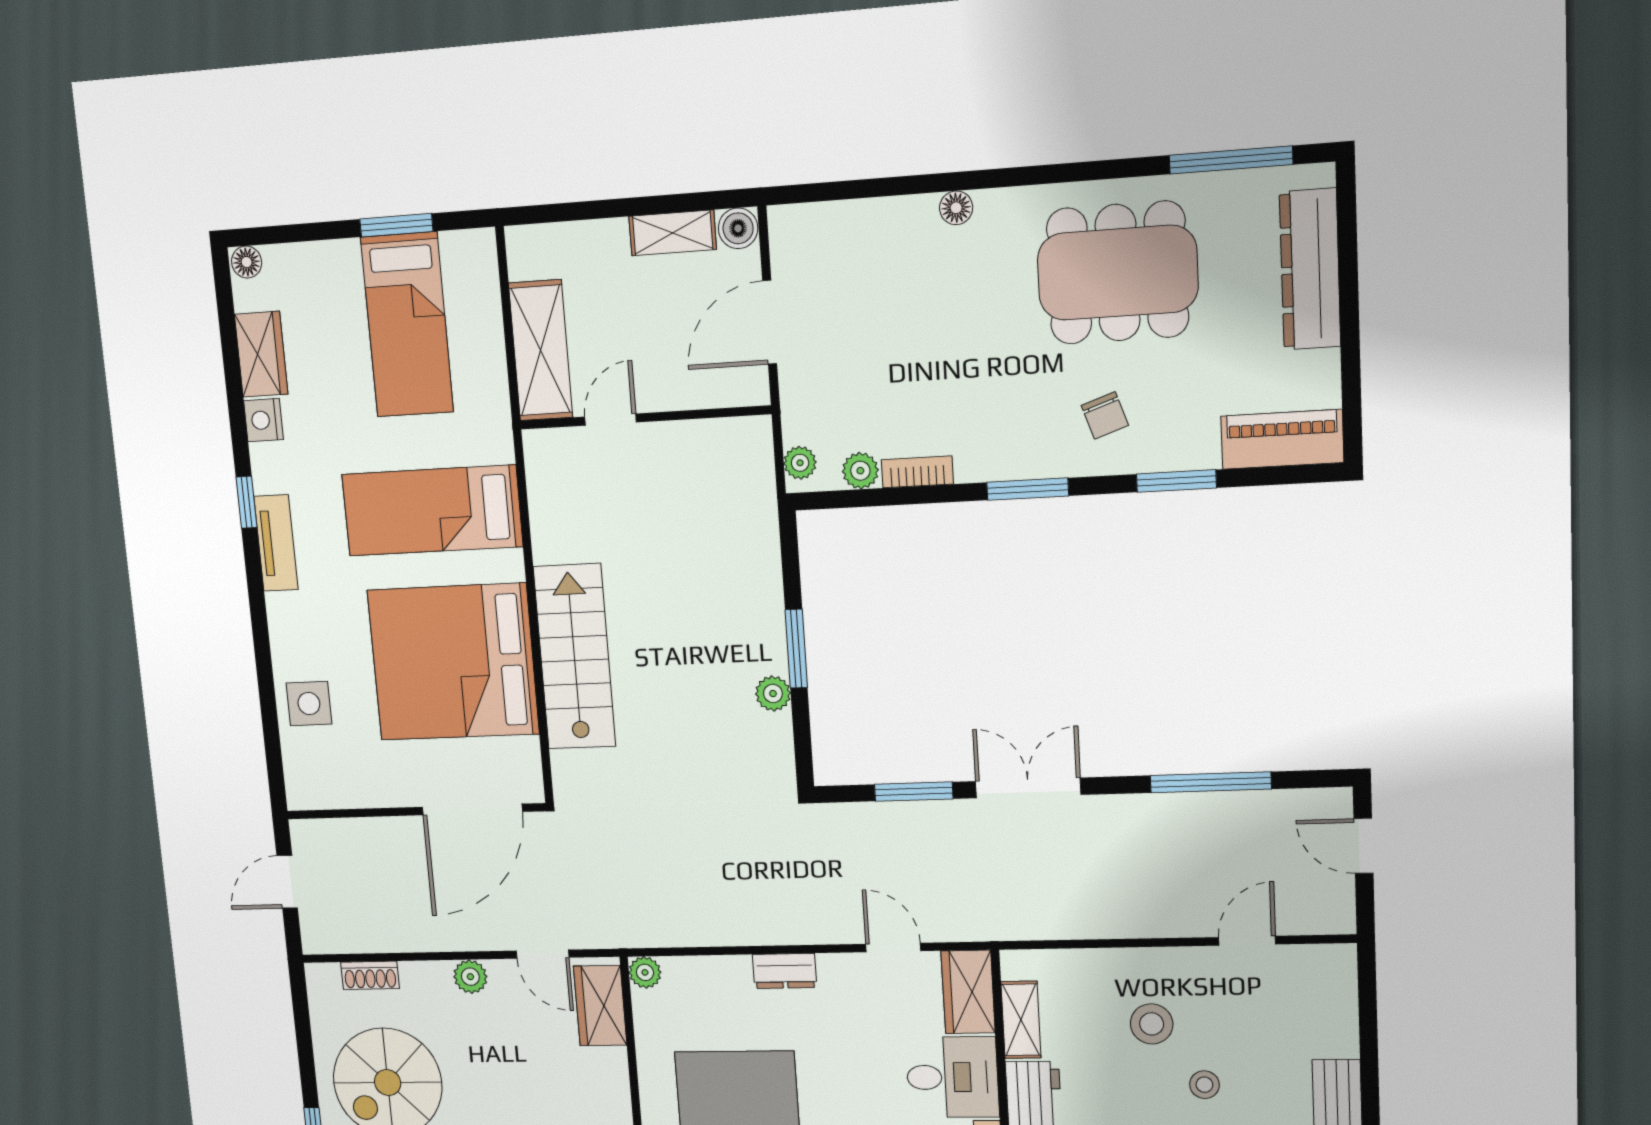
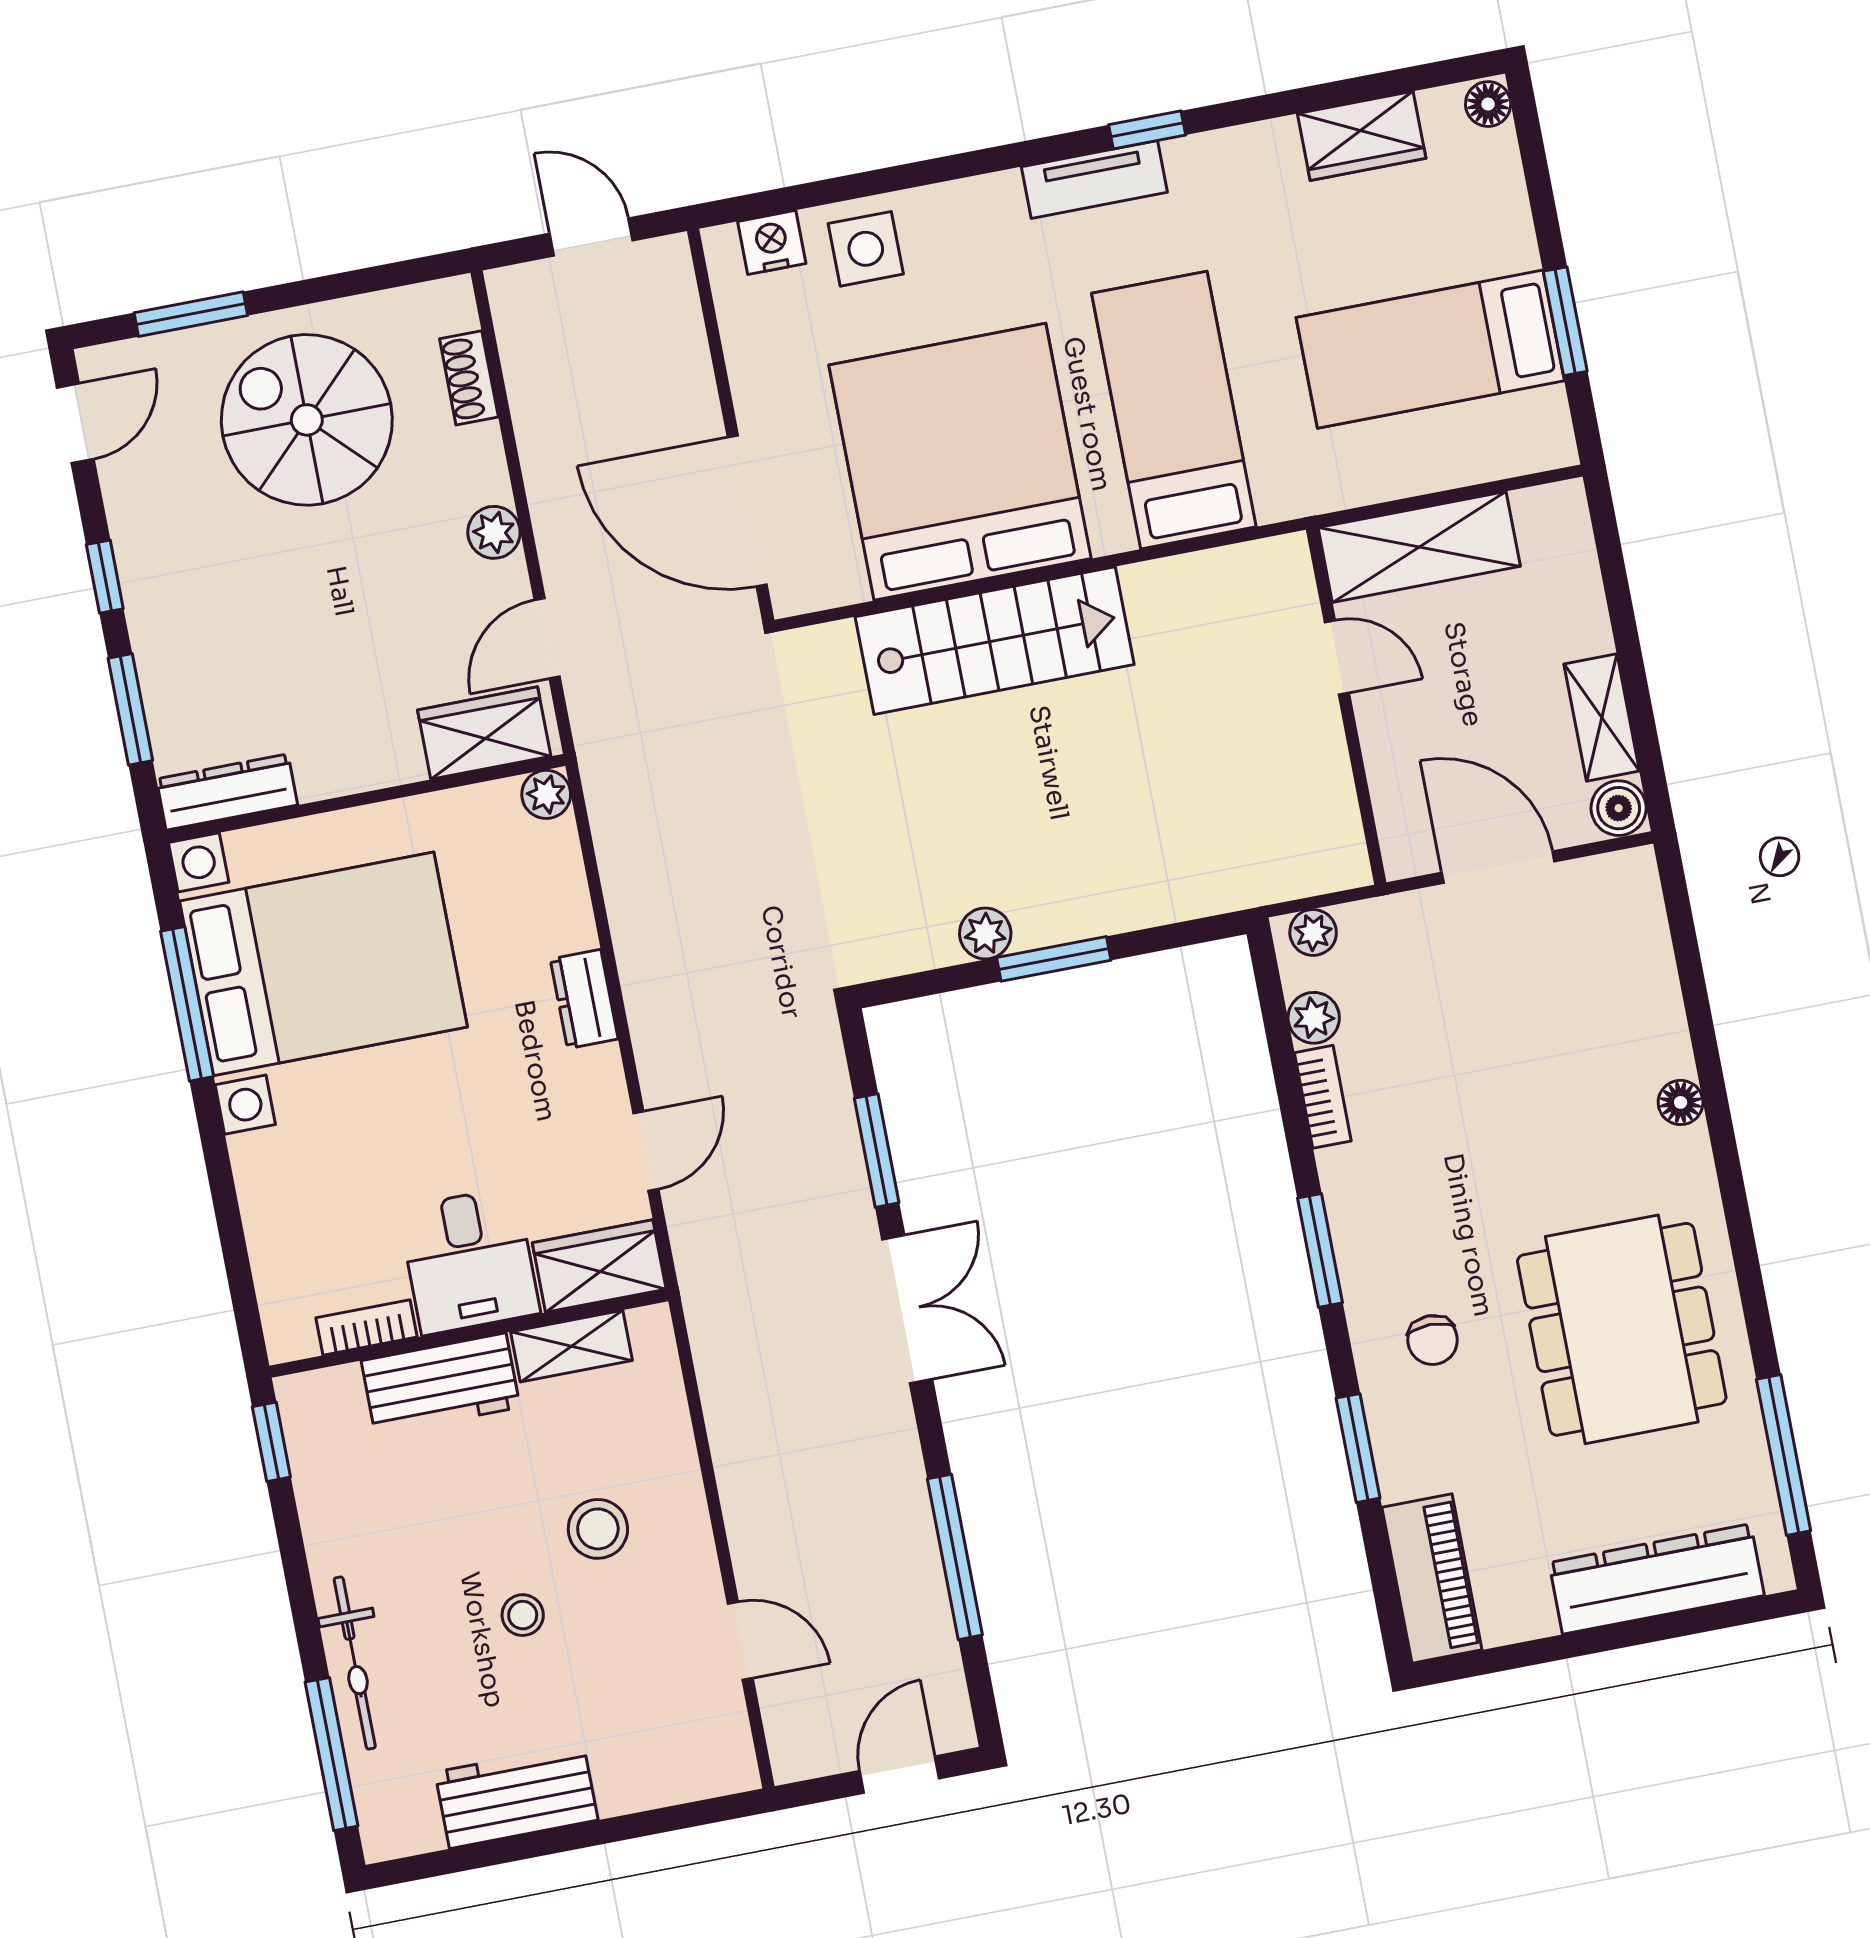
chair: (1105, 415) -> (1433, 1340), turned -71
nightstand: (264, 420) -> (772, 242), moved

